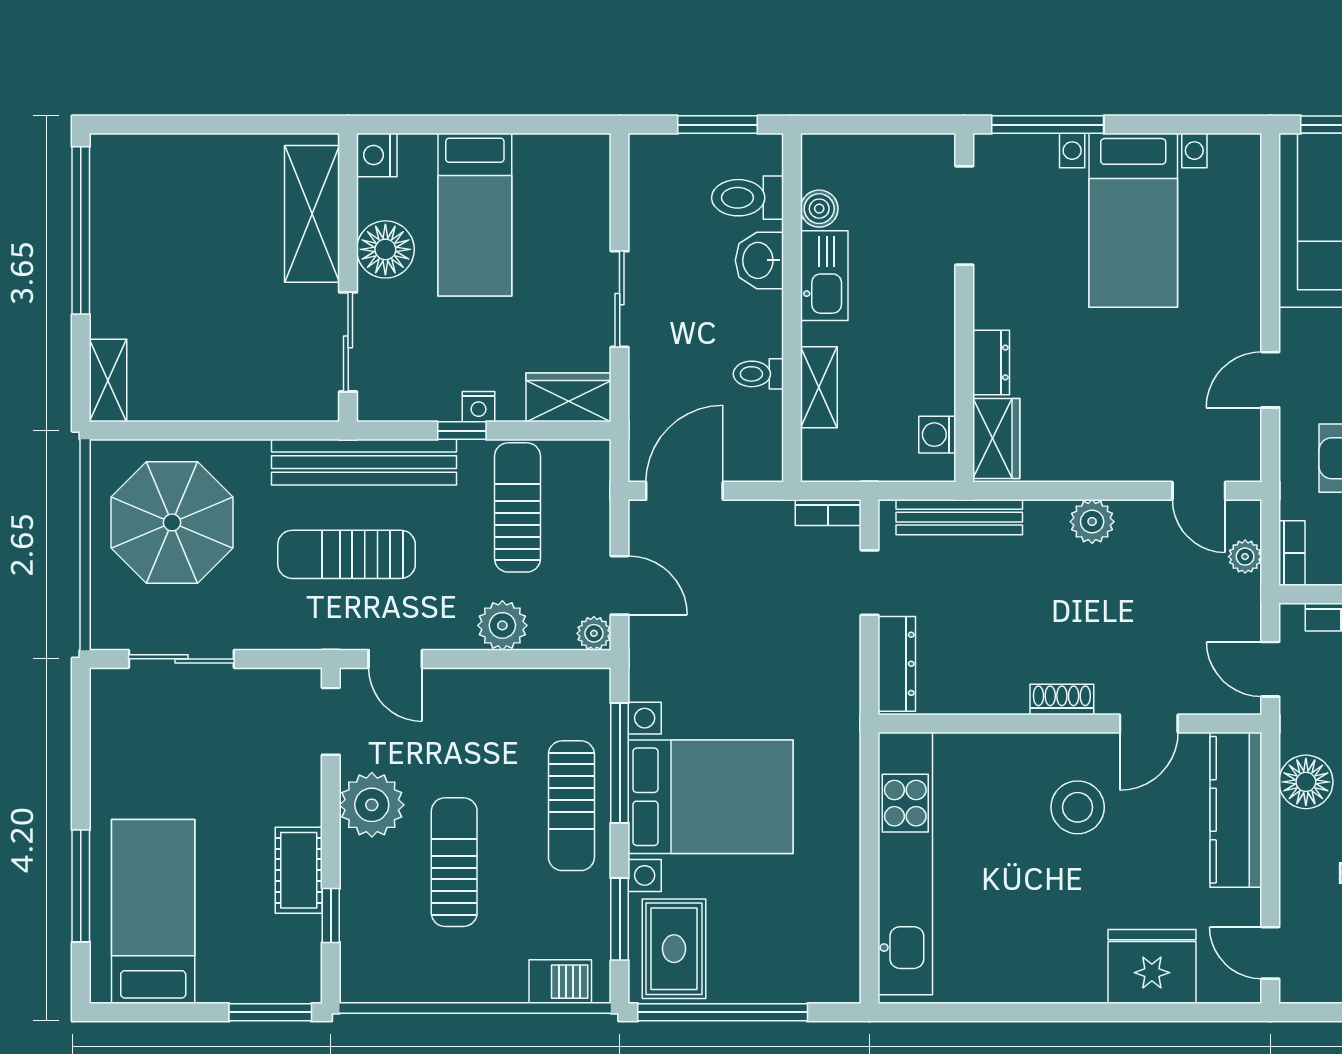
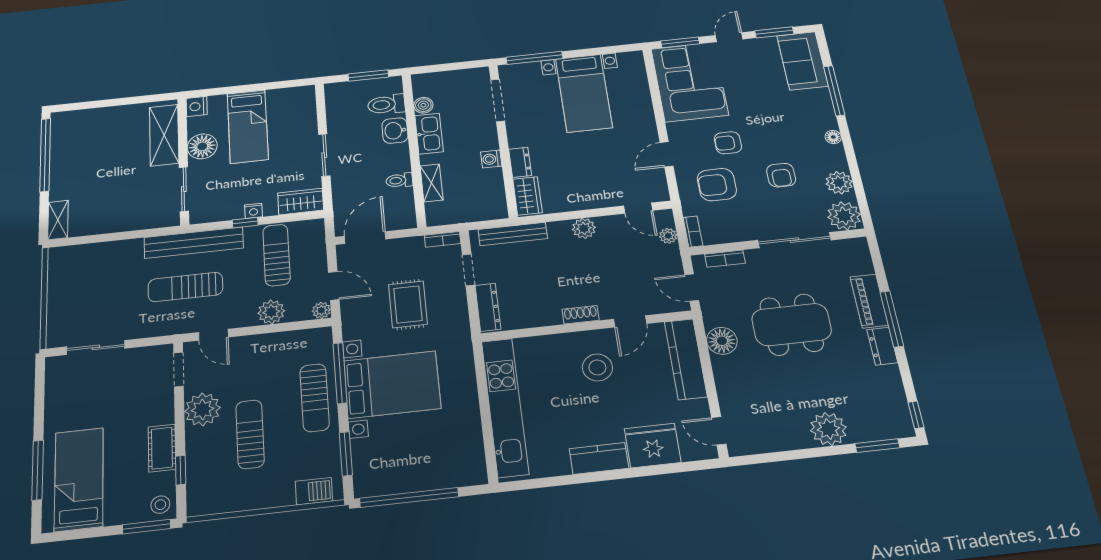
washing machine: (937, 435) -> (491, 159), moved
parasol: (172, 522) -> (91, 282), removed
rug: (674, 949) -> (408, 304), moved
stool: (295, 975) -> (160, 505), added
kitchen counter: (1056, 980) -> (599, 458), added

